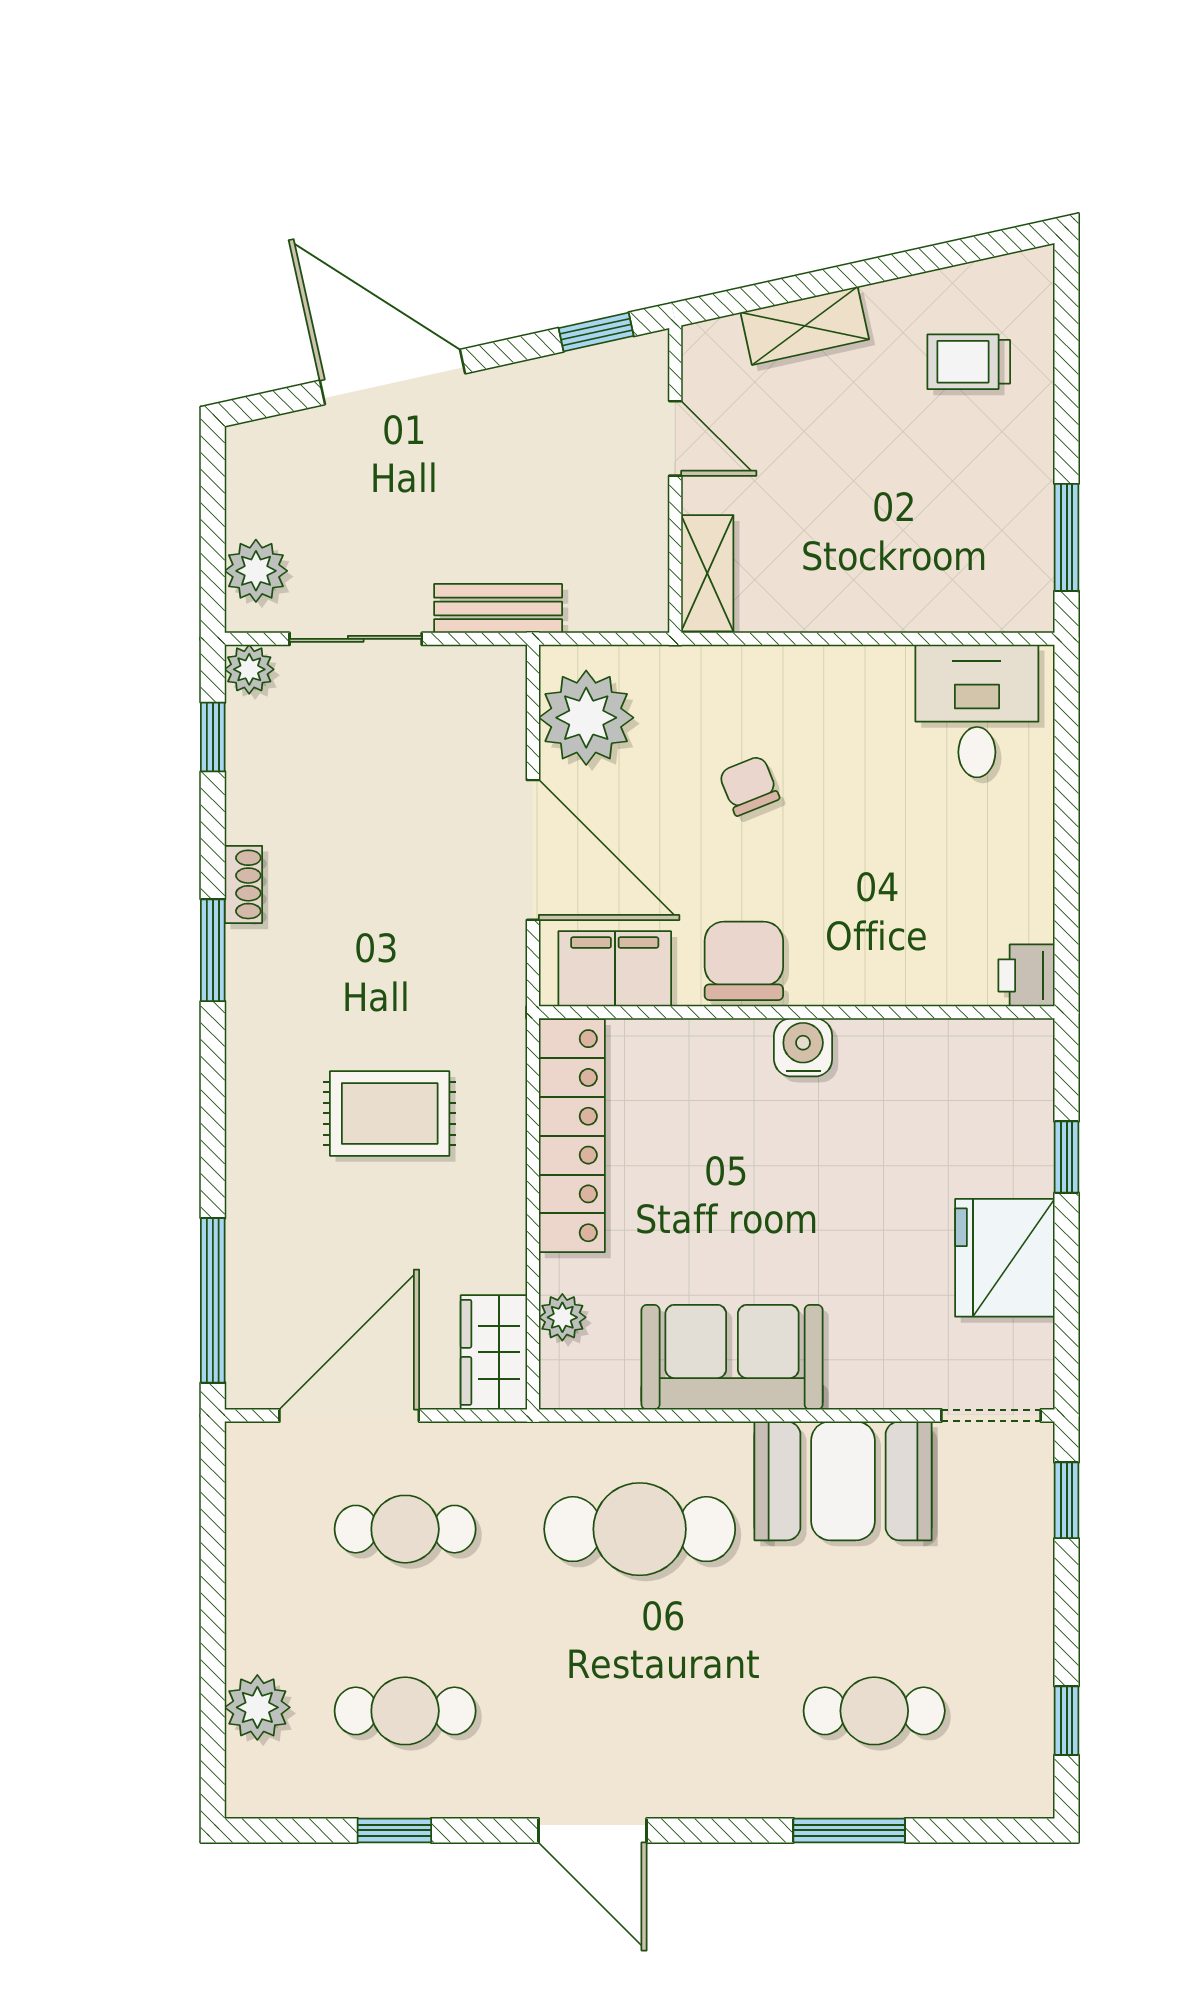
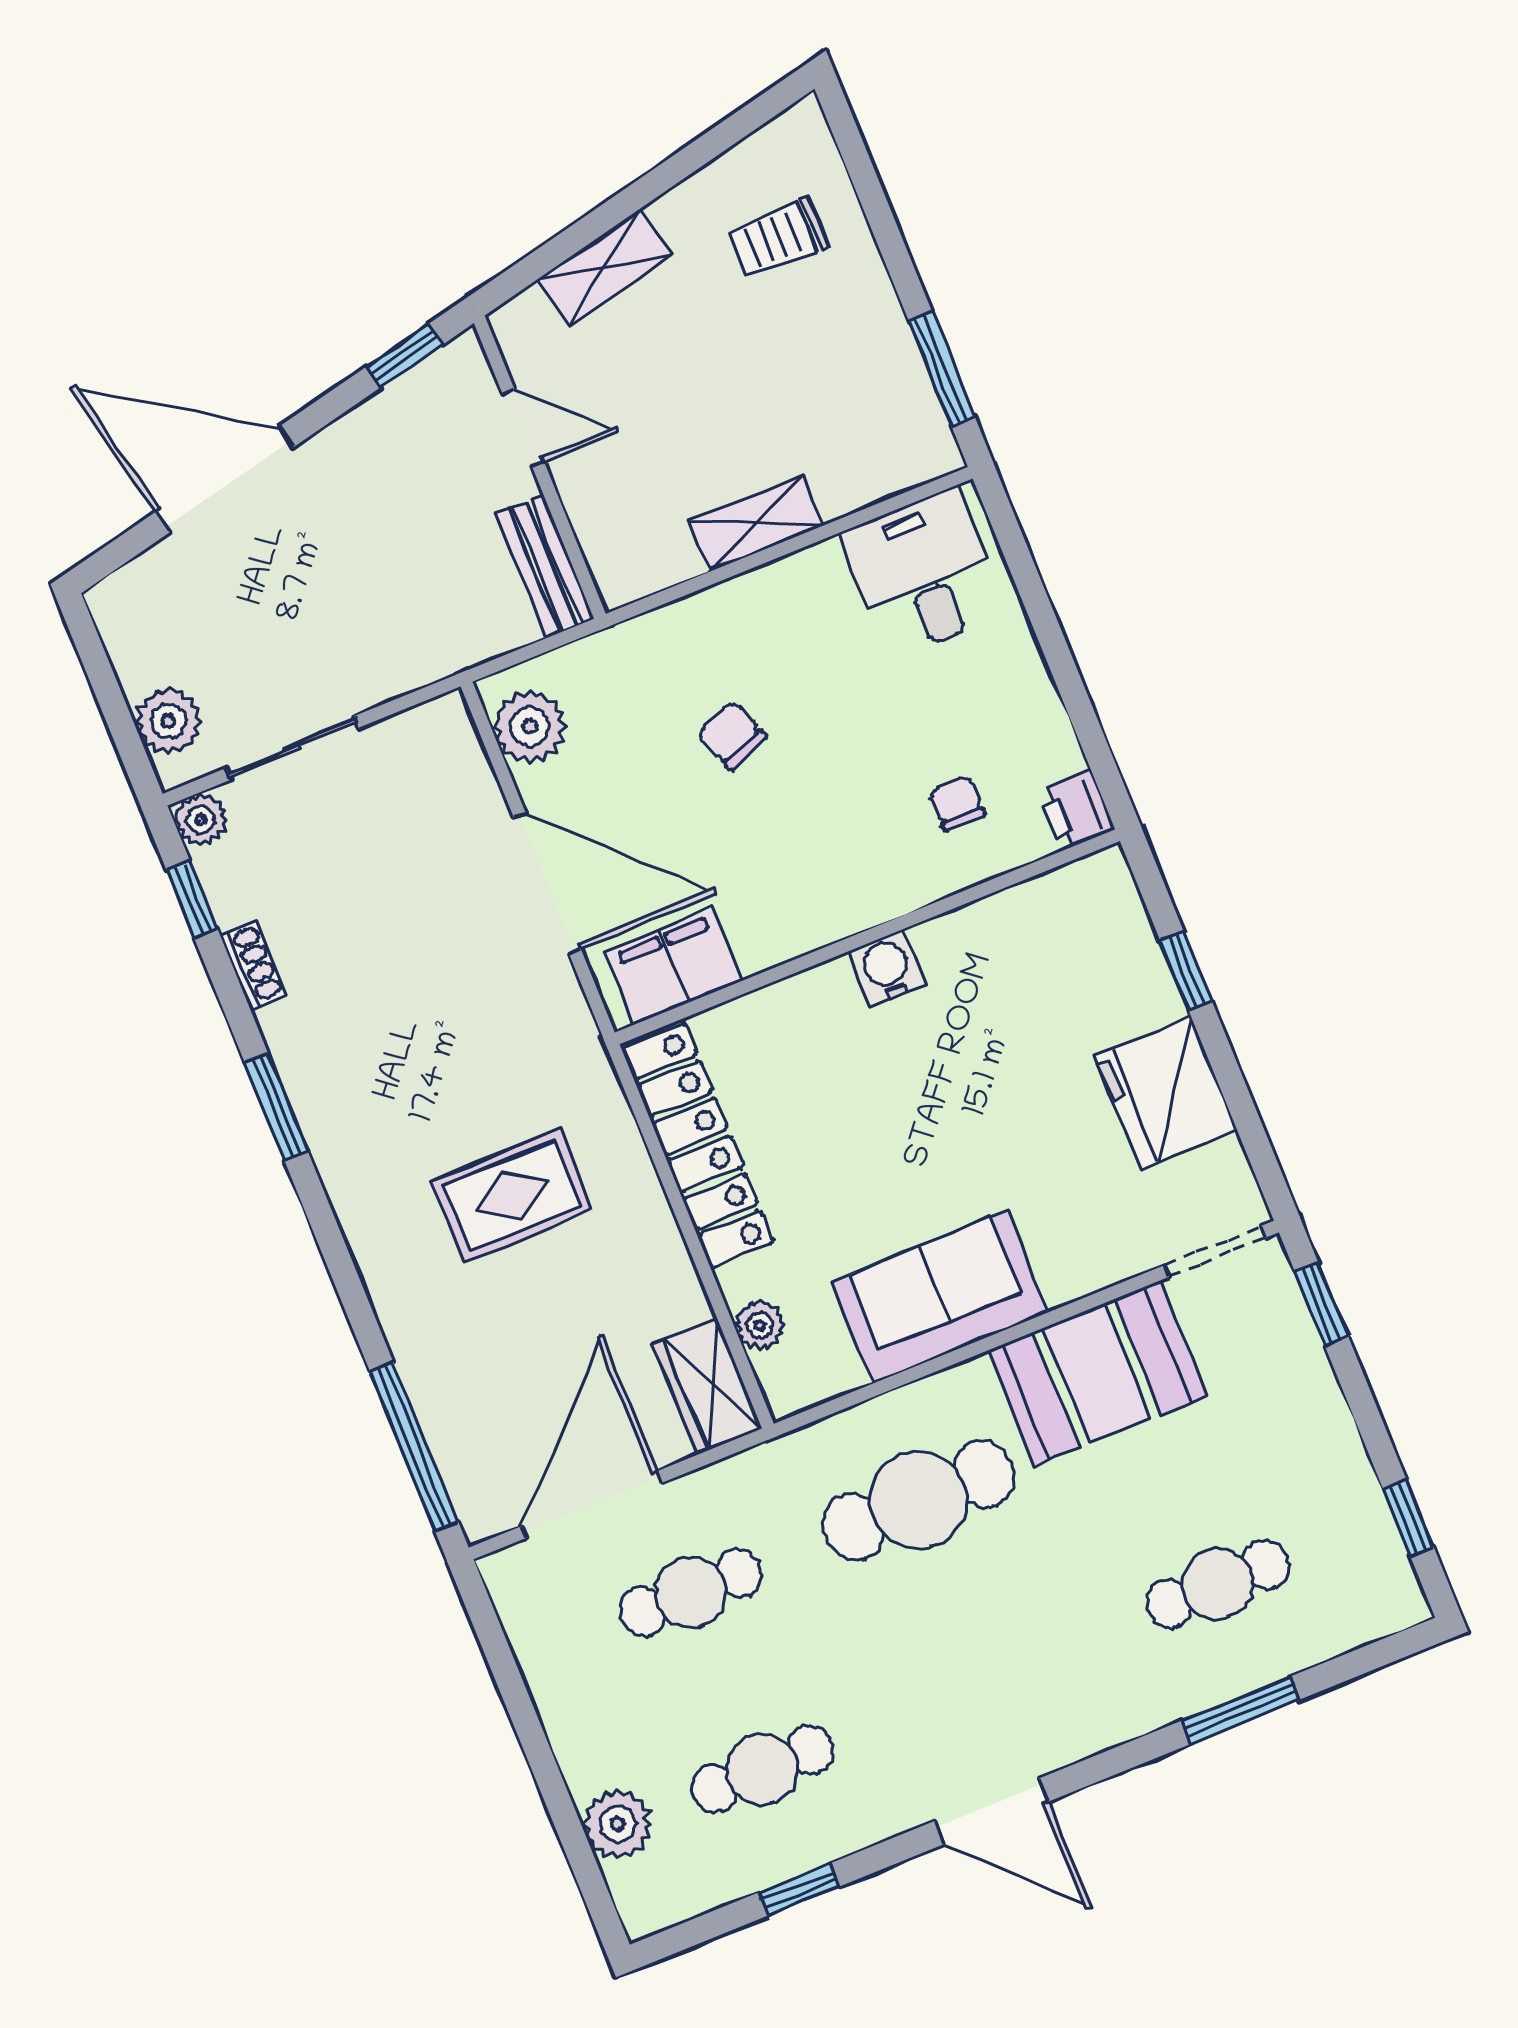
shelving: (707, 573) -> (756, 523), moved, turned 90
bench: (498, 608) -> (545, 566), moved, turned 90
plant: (586, 718) -> (530, 726), width x0.73, depth x0.73
shoe rack: (243, 884) -> (253, 965), moved
chair: (744, 961) -> (957, 803), moved, width x0.54, depth x0.54

